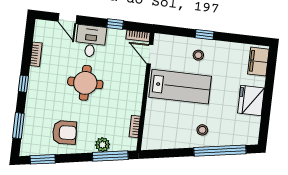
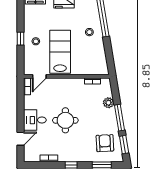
window: (115, 24) -> (20, 104), removed
armchair: (65, 132) -> (105, 143), moved
window: (110, 156) -> (120, 118), moved

